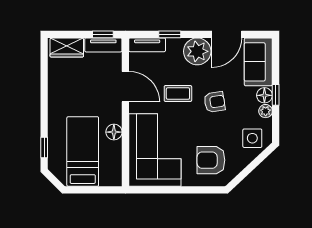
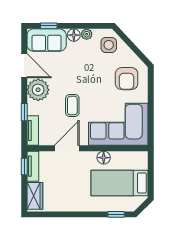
window: (276, 95) -> (49, 26), moved
armchair: (215, 102) -> (79, 76), removed

